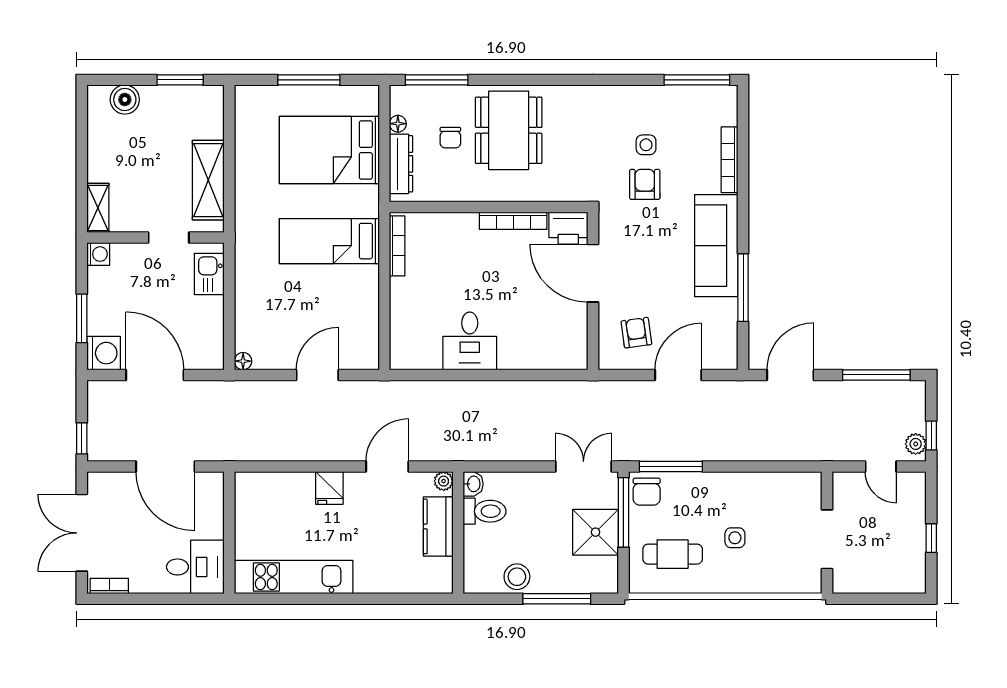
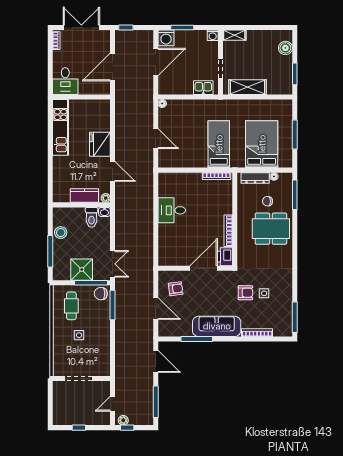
fridge: (329, 488) -> (100, 144), width x1.88, depth x1.34

